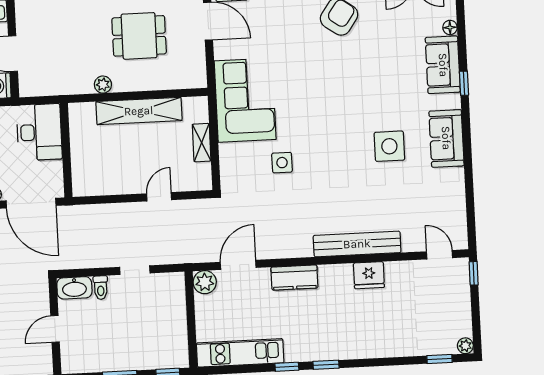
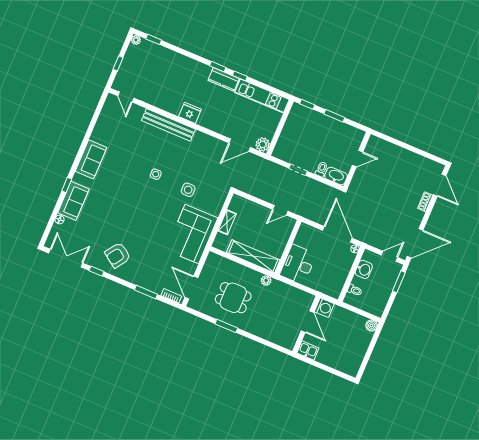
desk: (39, 132) -> (298, 265), moved
side table: (389, 146) -> (156, 174), moved, width x0.54, depth x0.54
wall: (66, 150) -> (288, 247), moved
door: (159, 197) -> (280, 210), moved
window: (474, 273) -> (118, 63), moved
fridge: (369, 275) -> (190, 113), moved
kitchen counter: (294, 278) -> (224, 79), moved, turned 180

